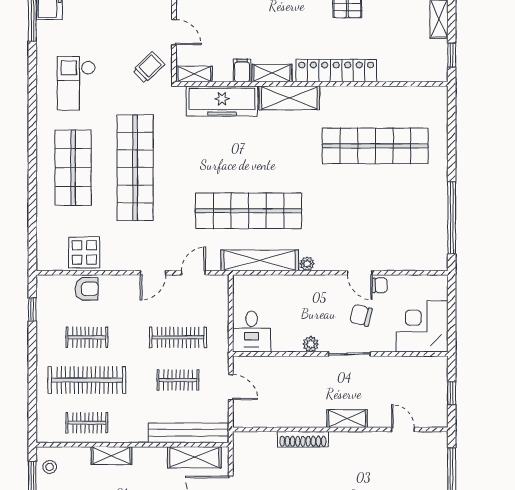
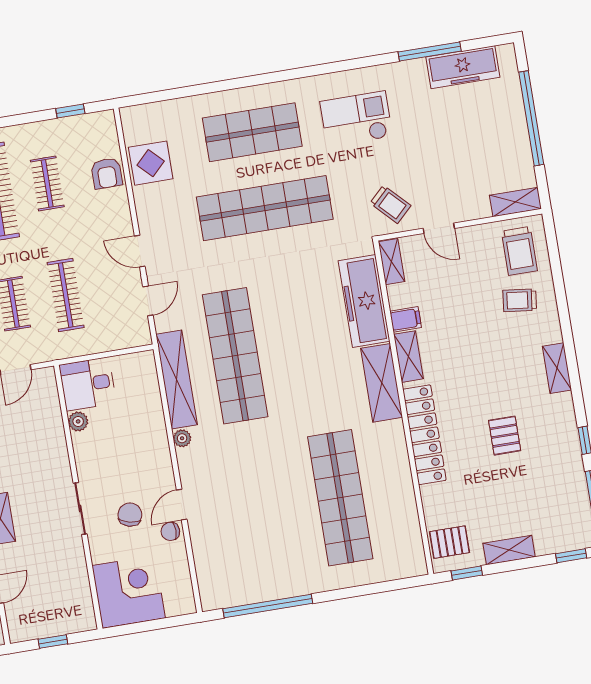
door: (174, 32) -> (439, 228), hinge flipped
pallet: (425, 65) -> (449, 542), added
door: (193, 273) -> (148, 301), hinge flipped
chair: (380, 285) -> (170, 531), turned 90
plant: (311, 344) -> (78, 421), moved

